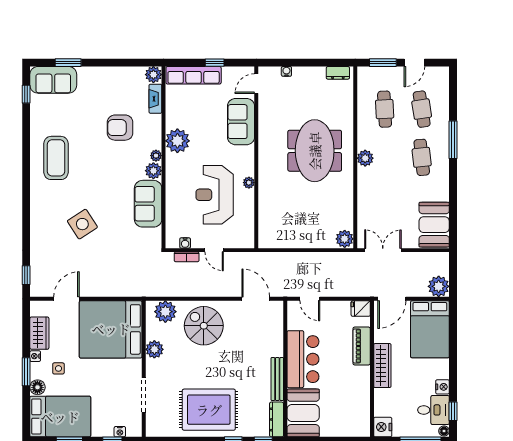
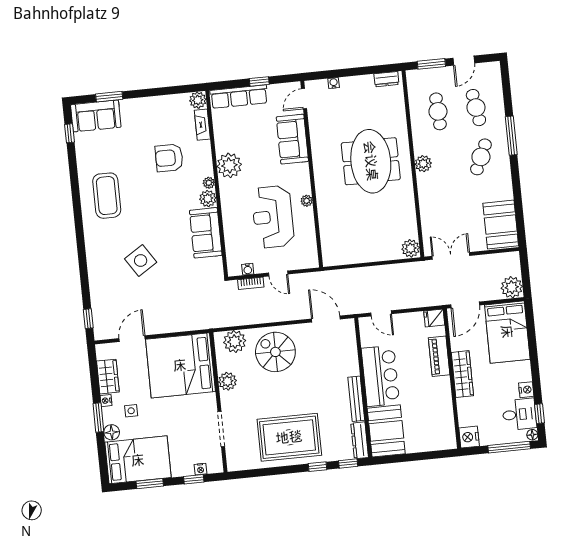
cafe table: (422, 157) -> (481, 157), turned 30

